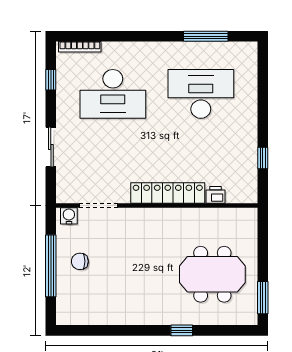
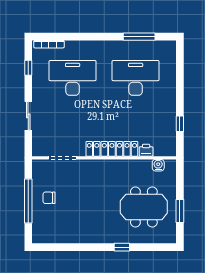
desk: (113, 94) -> (73, 78), turned 180
water cooler: (69, 216) -> (158, 165), moved
window: (263, 298) -> (180, 211), moved

